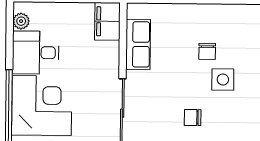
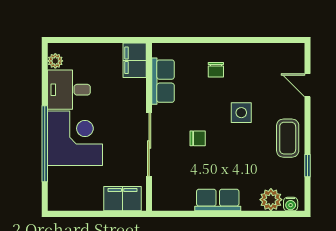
chair: (207, 51) -> (216, 70), moved
chair: (193, 118) -> (198, 138), moved, turned 180

